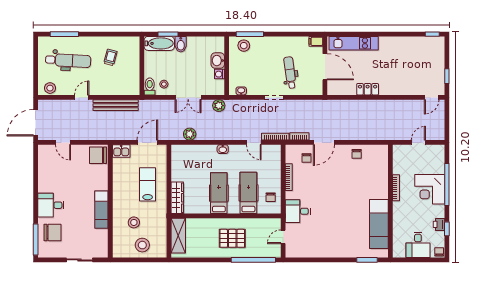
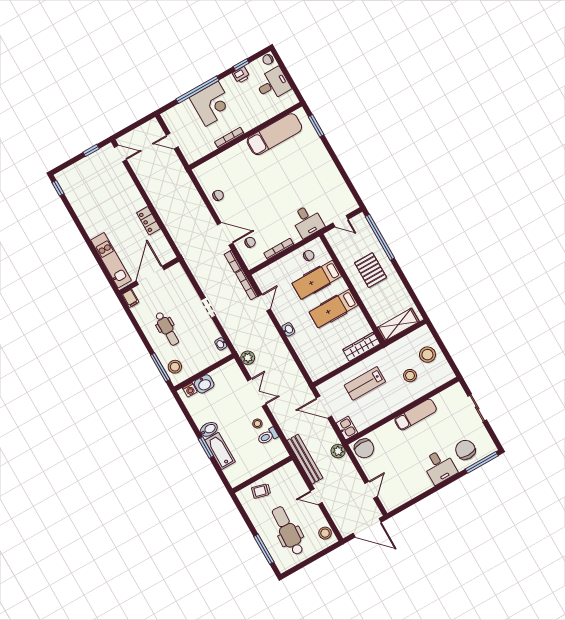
wall: (142, 66) -> (262, 474), moved
dental chair: (290, 73) -> (167, 329), moved, turned -82
washing machine: (219, 74) -> (190, 390), moved
plant: (190, 134) -> (338, 451), moved

